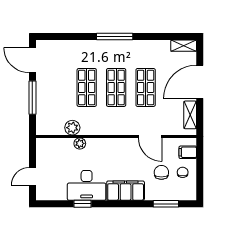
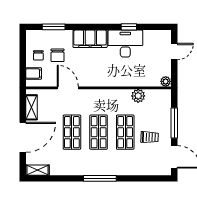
trolley: (60, 82) -> (150, 137), added
plant: (80, 143) -> (166, 81), moved

